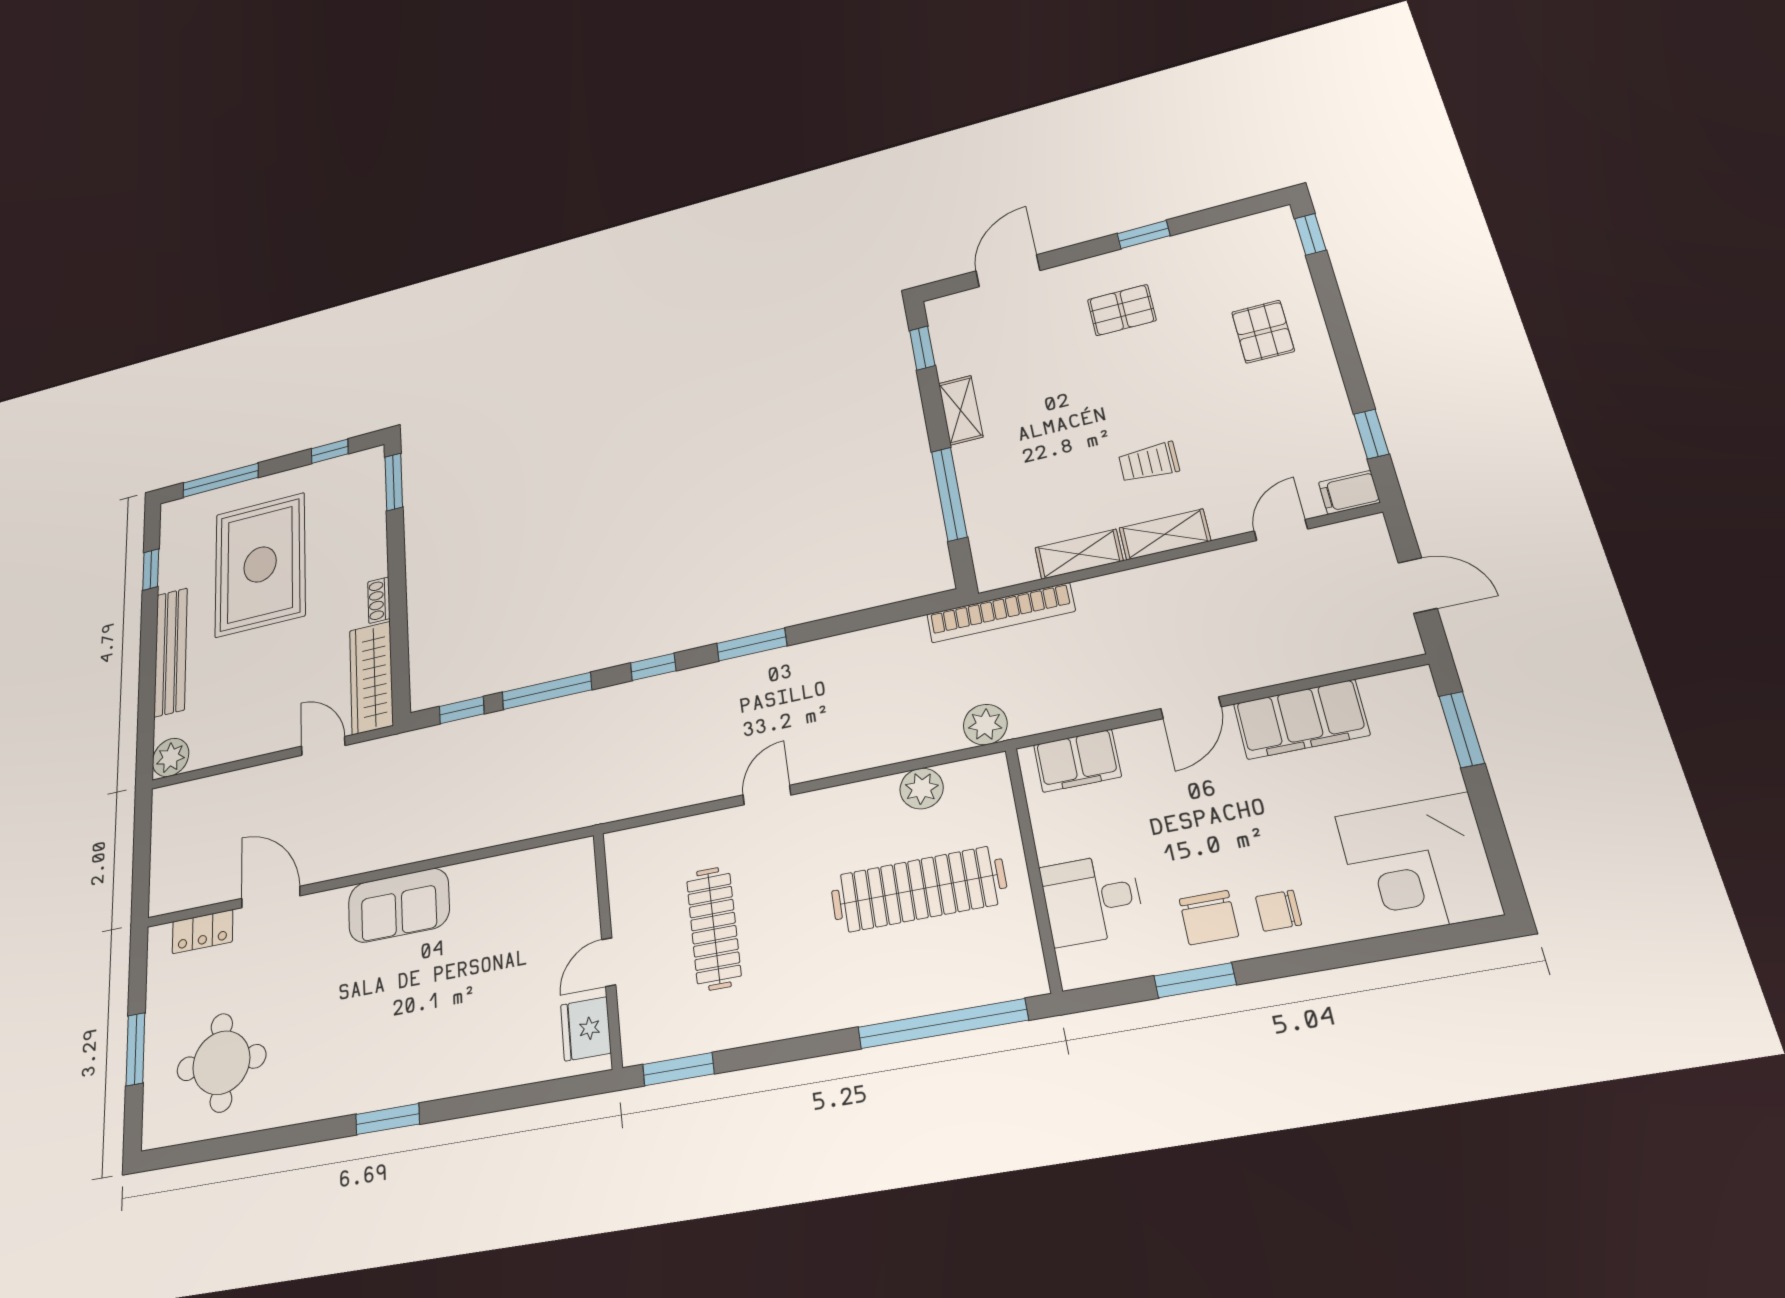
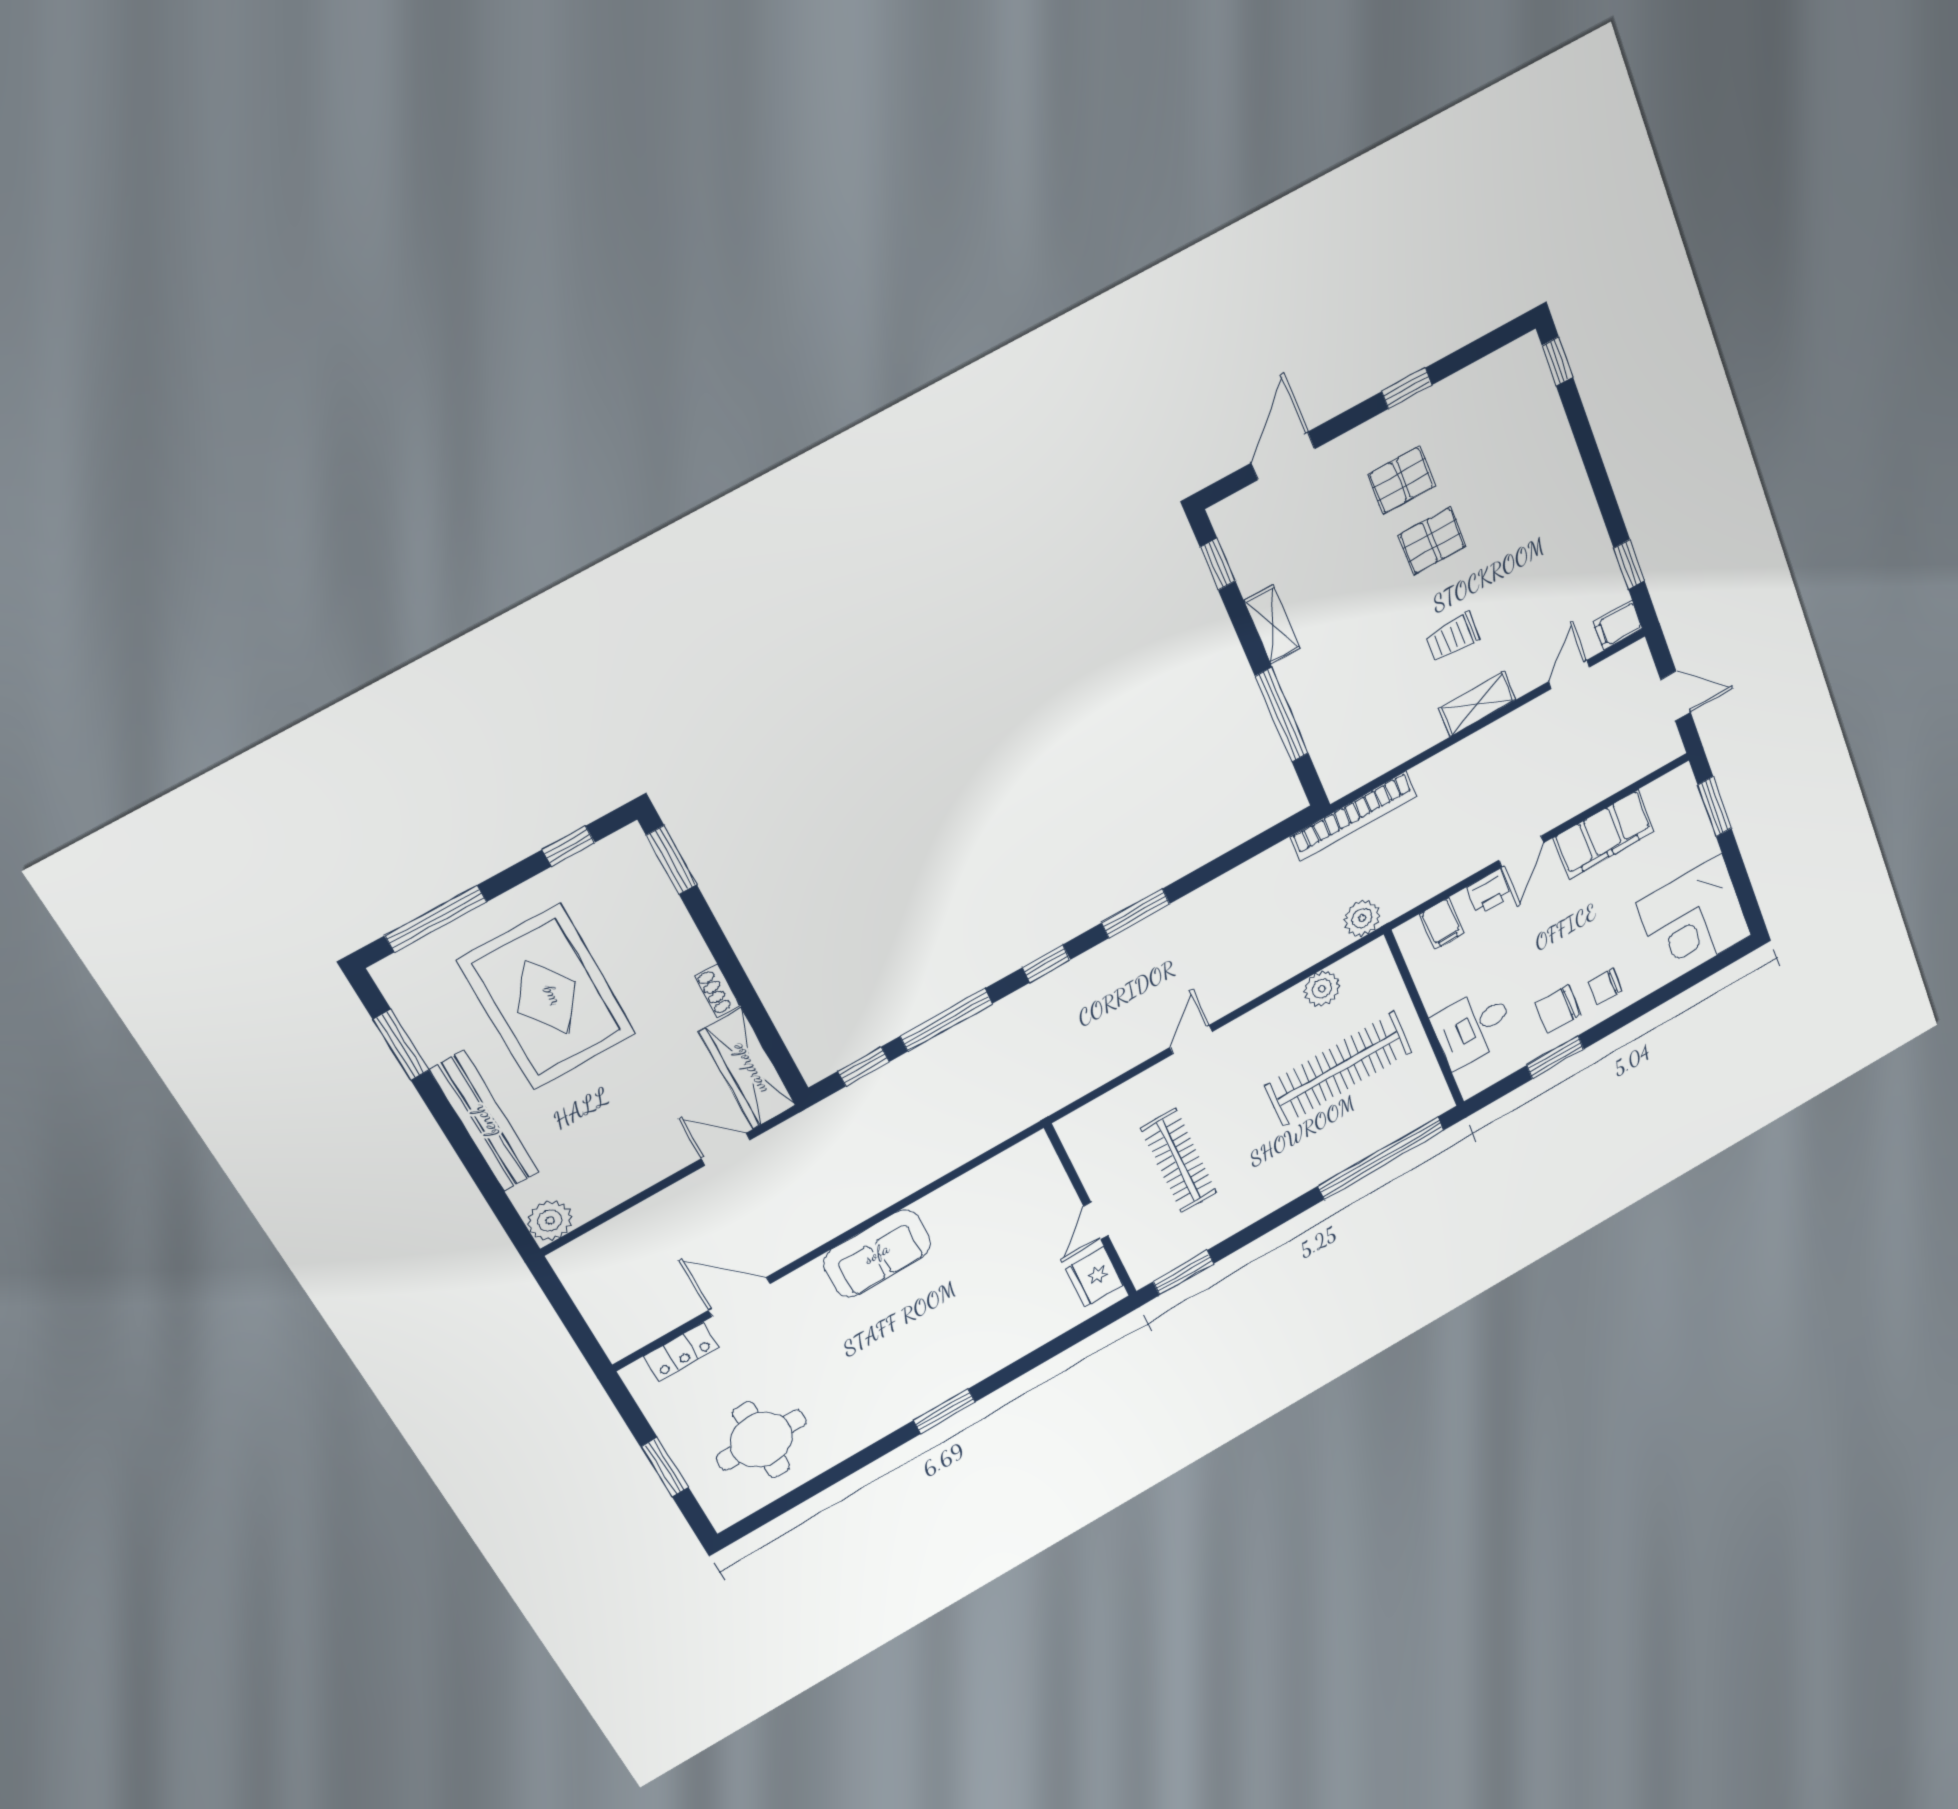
pallet: (1263, 332) -> (1432, 541), moved, turned 90
shelving: (1079, 554) -> (1409, 742), removed
window: (151, 570) -> (401, 1045), width x1.50
printer: (1142, 742) -> (1489, 892), added
filing cabinet: (1077, 761) -> (1442, 924), width x0.50
chair: (1209, 918) -> (1558, 1009), turned 90

